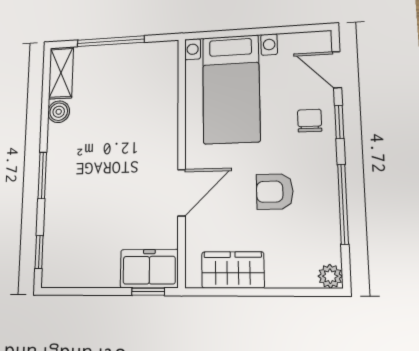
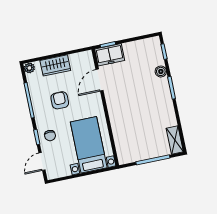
door: (337, 70) -> (42, 161), swing flipped
boiler: (59, 112) -> (161, 71), moved
armchair: (275, 192) -> (60, 100), turned -90
door: (182, 193) -> (99, 80), moved
wardrobe: (233, 270) -> (55, 65), moved

